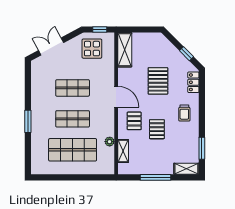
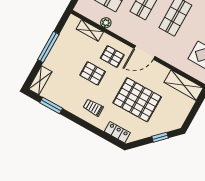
window: (187, 54) -> (160, 137), moved
pallet: (158, 81) -> (137, 100), width x1.37, depth x1.41

